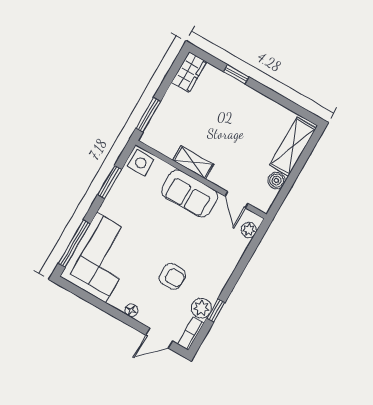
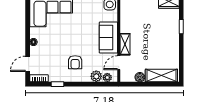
shelving: (193, 162) -> (125, 44), moved
armchair: (172, 276) -> (75, 62), moved
plant: (201, 308) -> (96, 76), moved
door: (159, 338) -> (28, 64), hinge flipped

